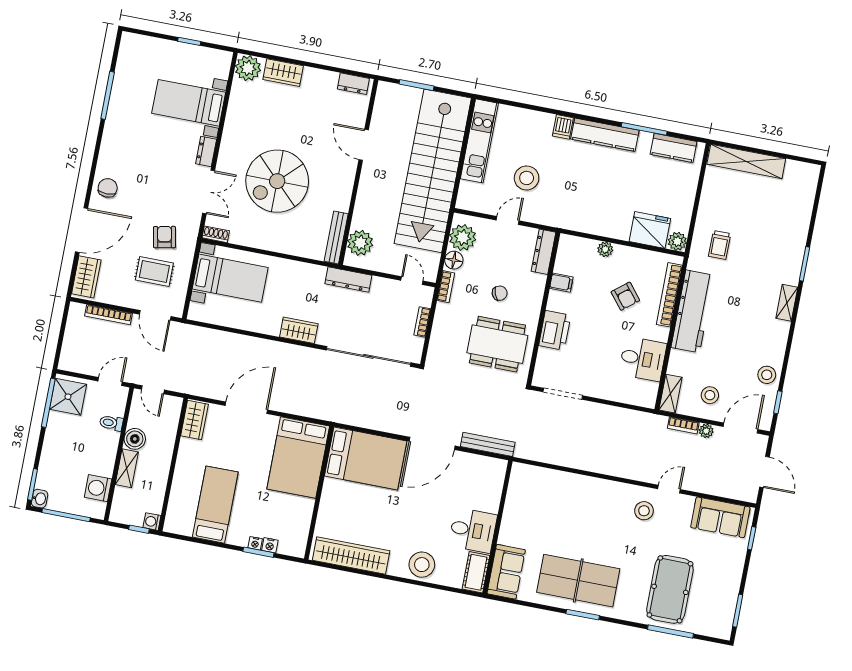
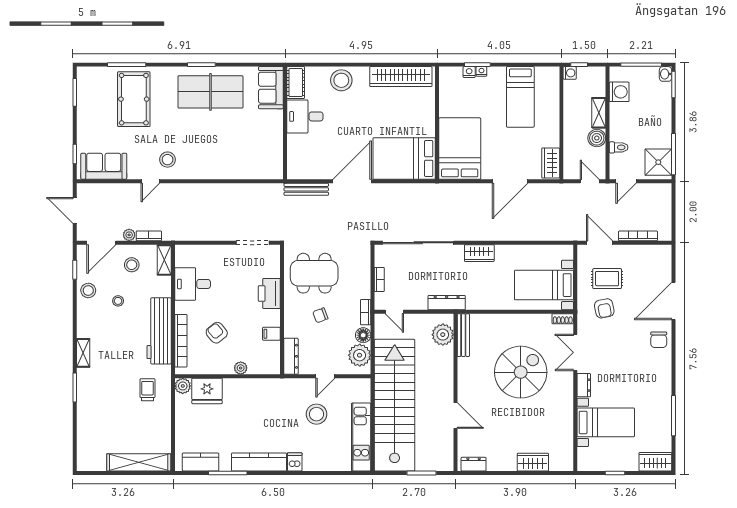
plant: (248, 68) -> (563, 460), removed
wardrobe: (86, 277) -> (655, 462), moved, turned 90
stool: (734, 356) -> (118, 301), added

